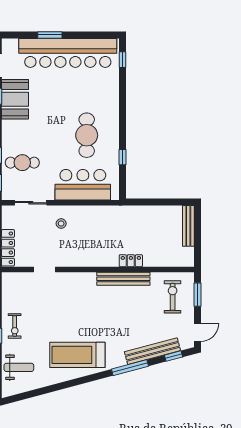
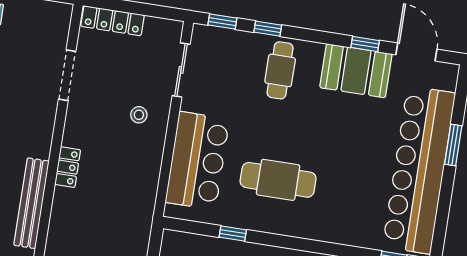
cafe table: (22, 163) -> (280, 70), moved
locker: (131, 261) -> (68, 167), moved
doorway: (44, 270) -> (67, 75), width x1.38

